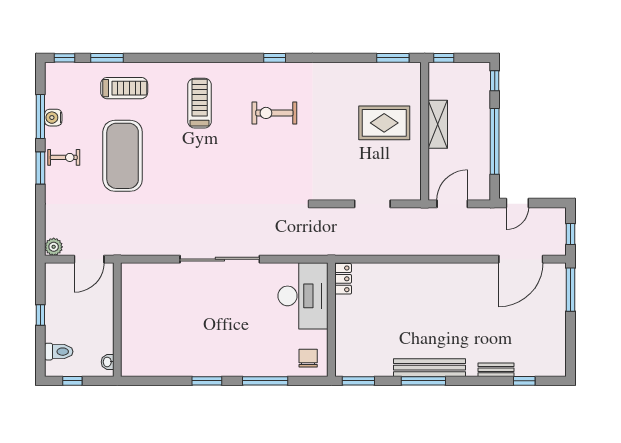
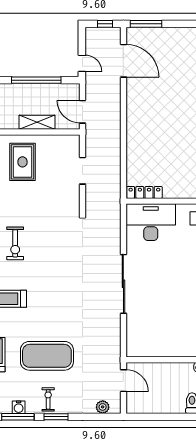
shelving: (438, 124) -> (37, 122), moved
plant: (54, 247) -> (103, 407), moved
locker: (343, 279) -> (144, 192), width x1.53
window: (40, 315) -> (165, 417), removed

